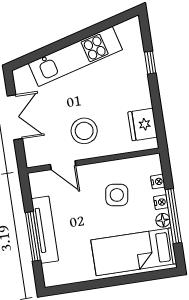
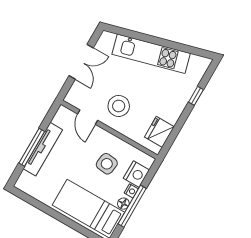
nightstand: (158, 182) -> (136, 174), width x1.89, depth x1.79

